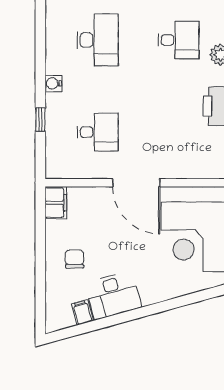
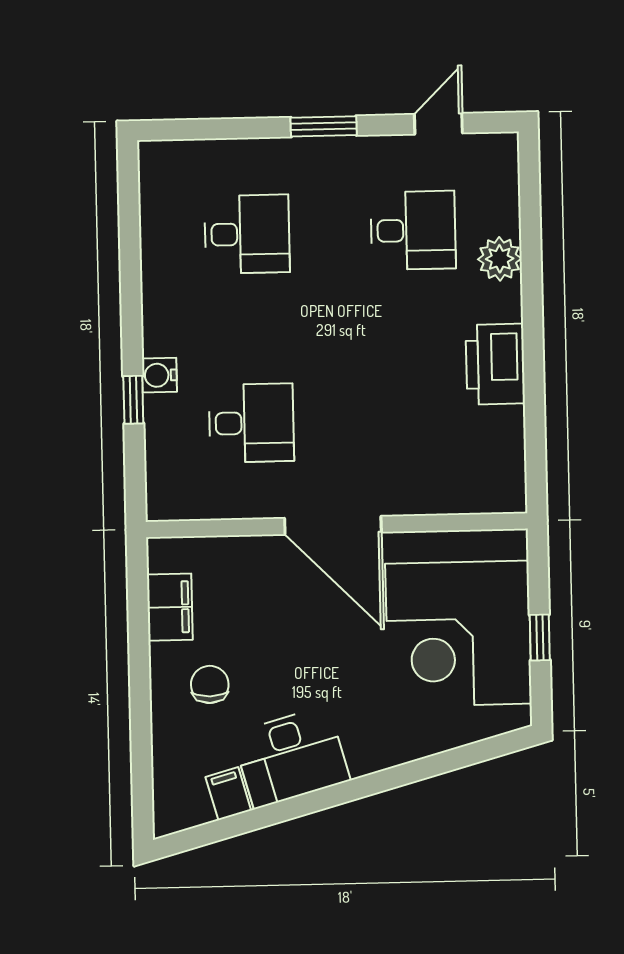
desk: (98, 40) -> (247, 234), width x0.73
water cooler: (53, 83) -> (159, 375), moved
filing cabinet: (56, 203) -> (170, 607), moved

